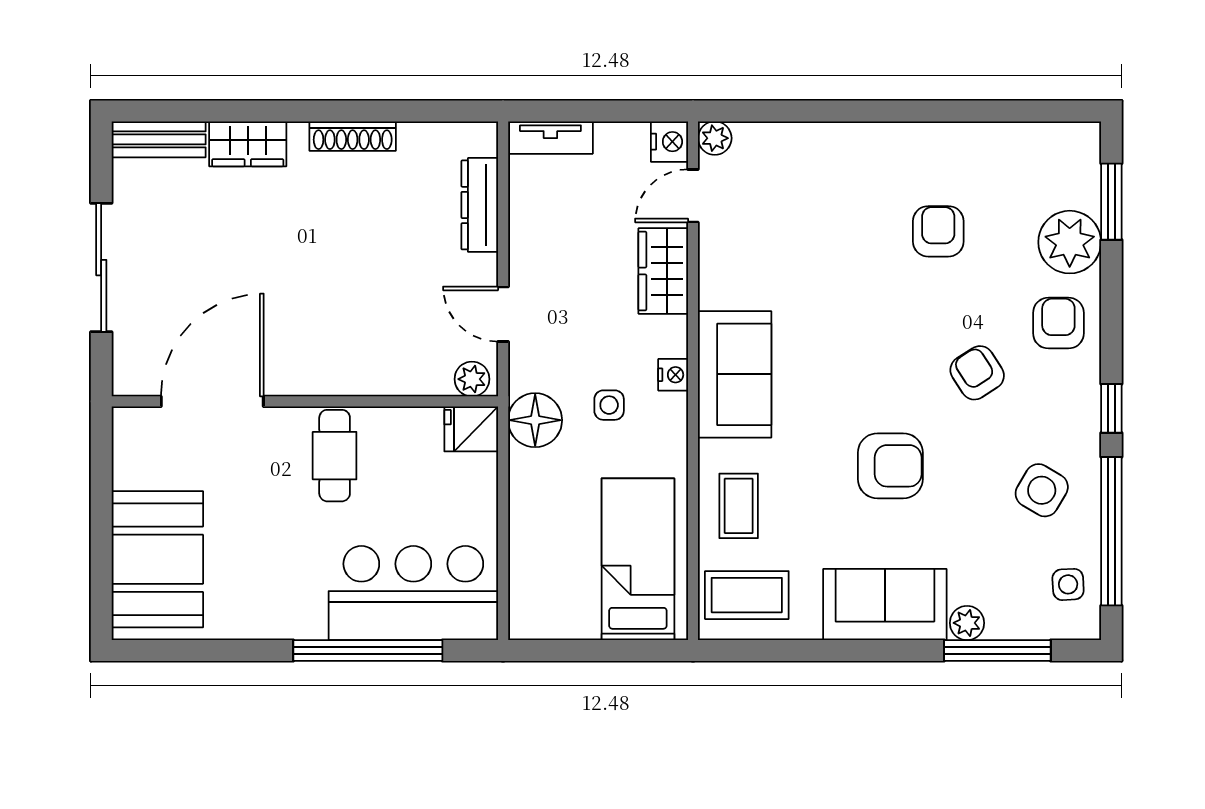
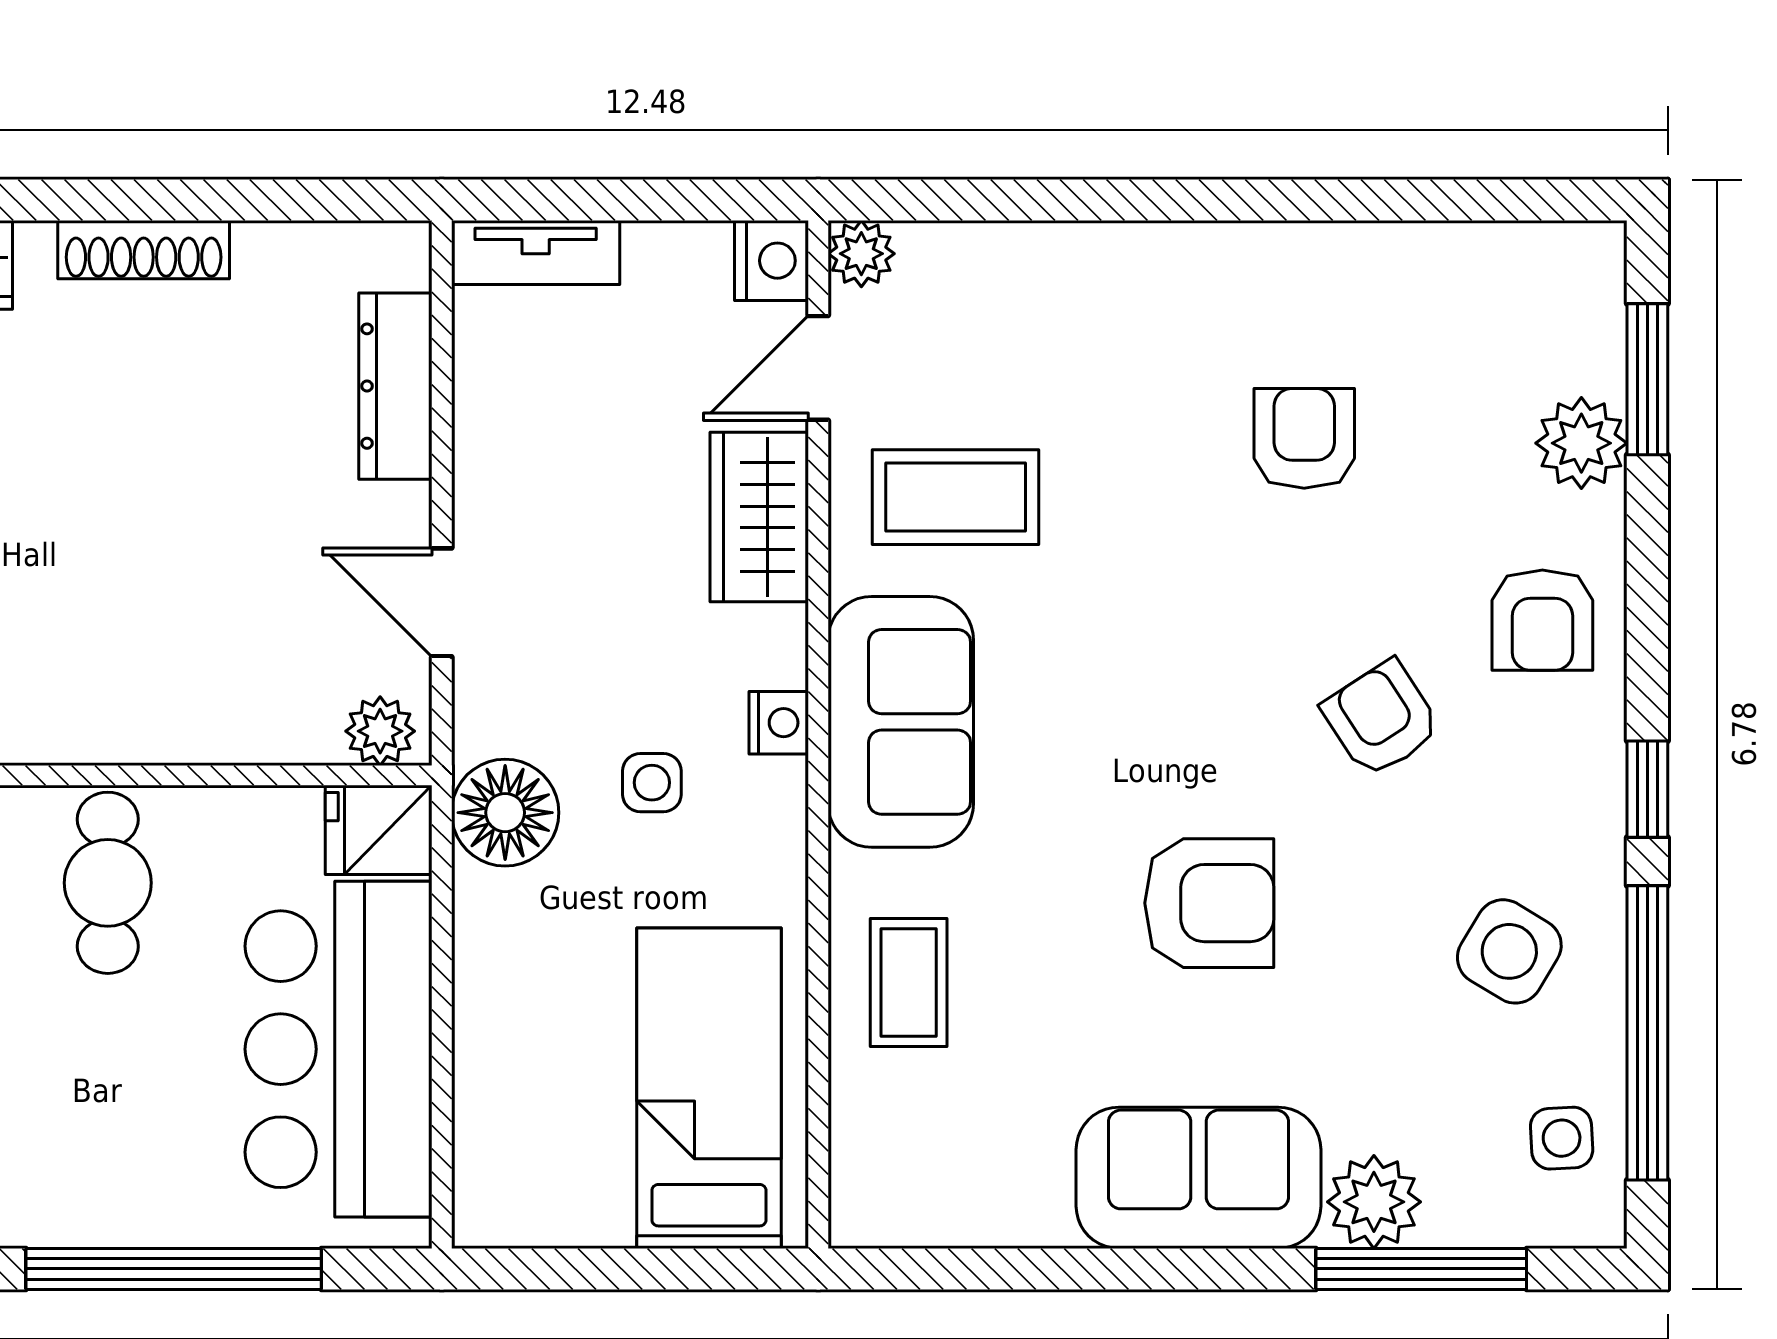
plant: (1070, 242) -> (1581, 443), width x0.73, depth x0.73
armchair: (1058, 323) -> (1542, 620), turned 180
bar counter: (413, 593) -> (339, 1049), moved, turned -90
coffee table: (747, 595) -> (956, 497), moved
plant: (967, 623) -> (1374, 1202), width x1.38, depth x1.38

